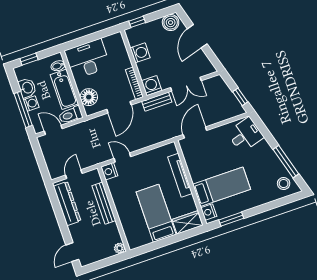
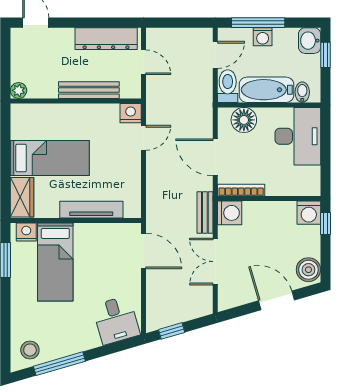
washing machine: (140, 53) -> (309, 213), moved
washbasin: (27, 88) -> (310, 41), moved, turned 90

